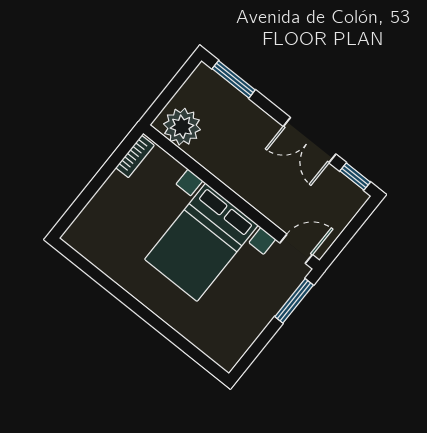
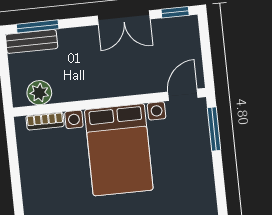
bench: (217, 87) -> (32, 41), added
plant: (182, 127) -> (39, 93), width x0.73, depth x0.73
bookcase: (135, 156) -> (45, 121), moved, turned 90

